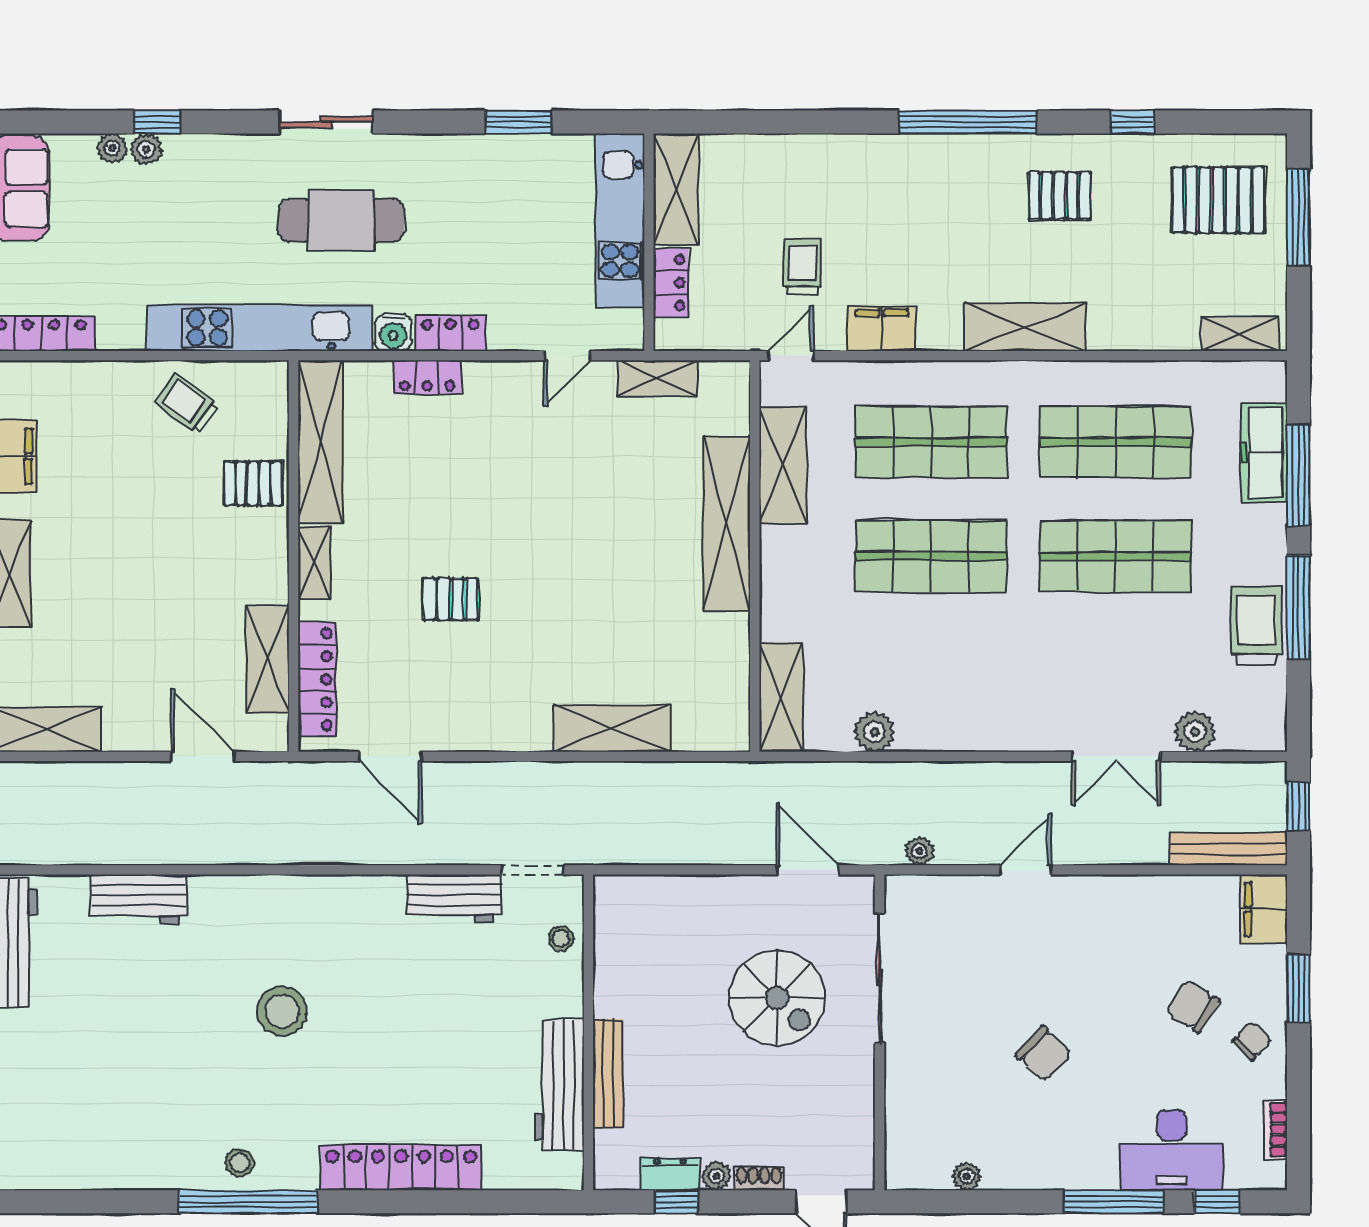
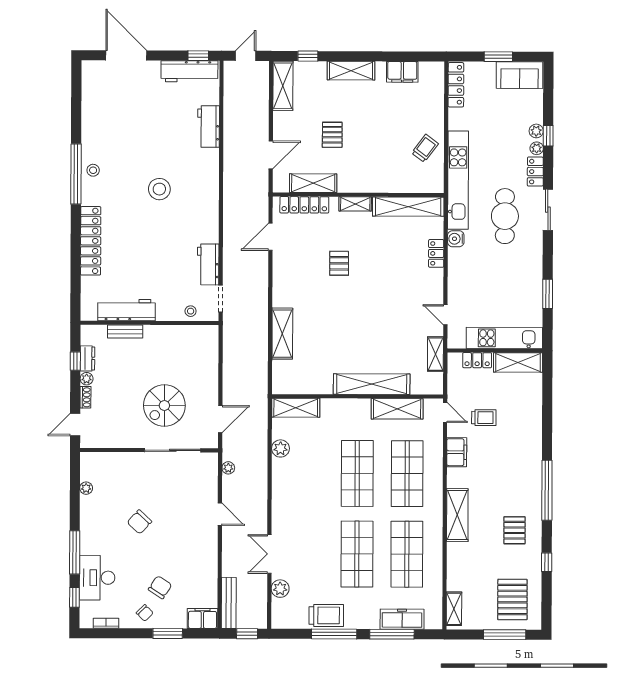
plant: (112, 148) -> (537, 148), moved
locker: (450, 333) -> (535, 172), moved, turned 180
pallet: (253, 483) -> (332, 135), moved
bench: (608, 1074) -> (125, 331), width x0.73

